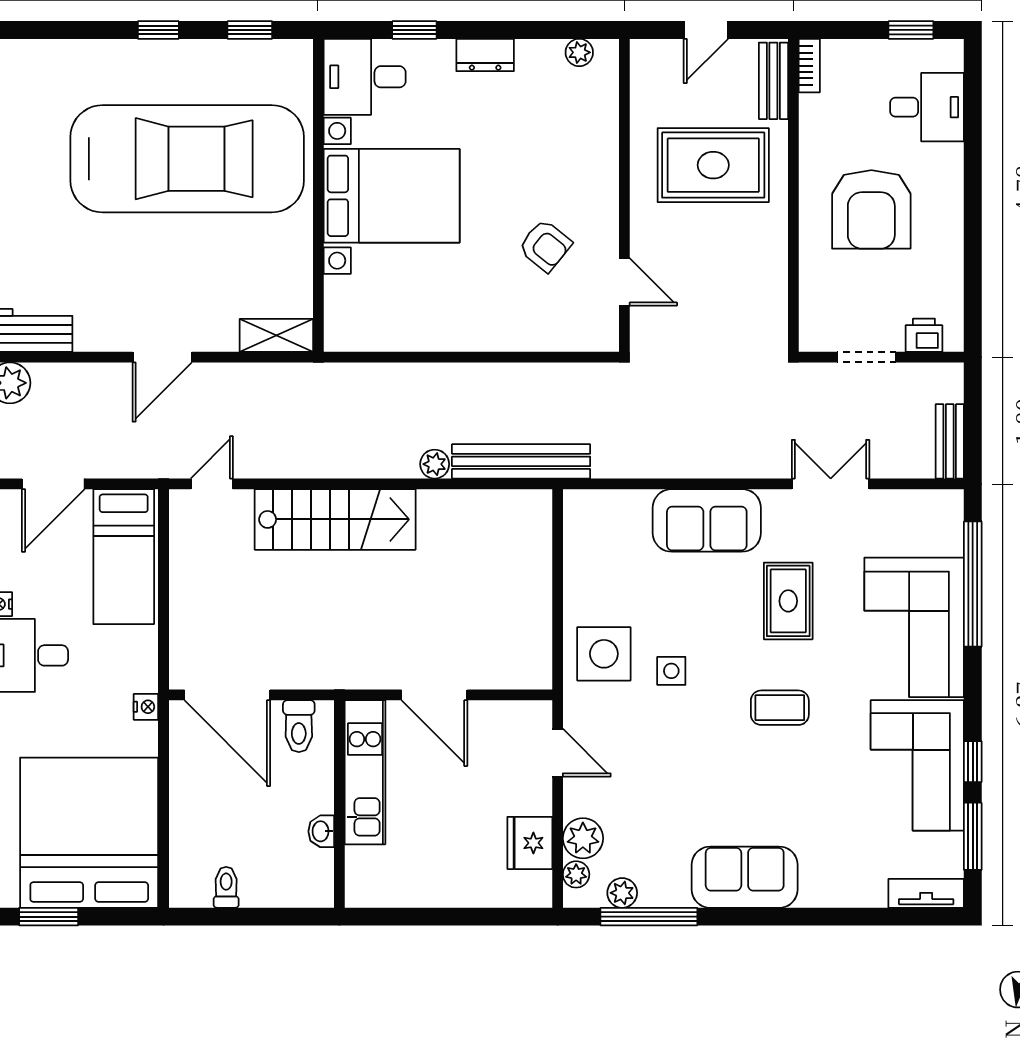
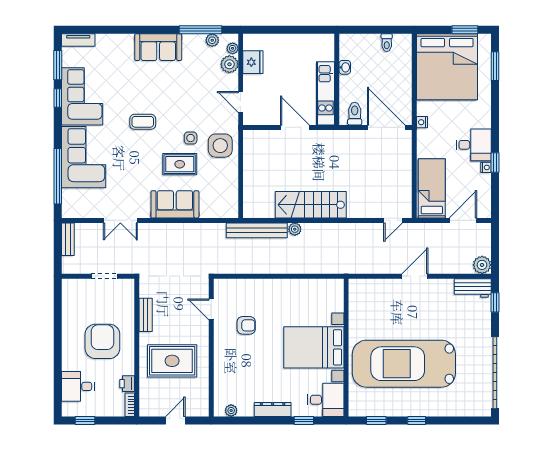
dresser: (485, 55) -> (273, 409), width x1.44
bench: (773, 81) -> (146, 315), moved
armchair: (545, 246) -> (246, 325), turned 141
shelving: (276, 335) -> (365, 286), removed
printer: (924, 335) -> (127, 384), moved, turned 90
stairs: (335, 519) -> (311, 205), moved
rug: (788, 601) -> (180, 164), moved, turned 90

